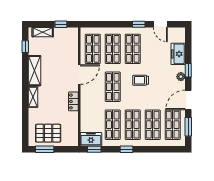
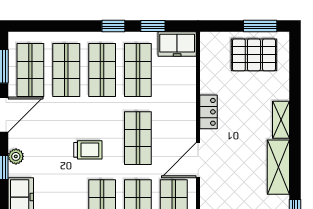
window: (94, 149) -> (153, 26), moved

